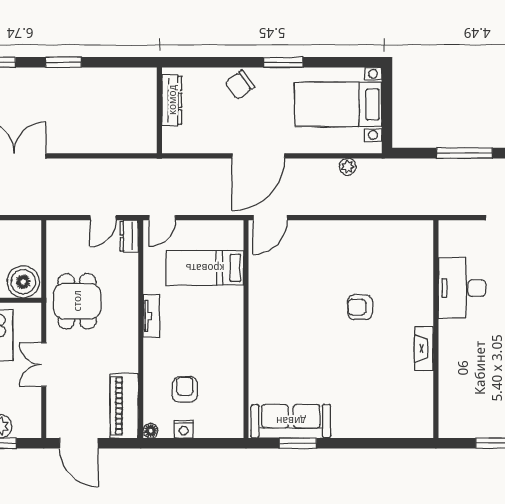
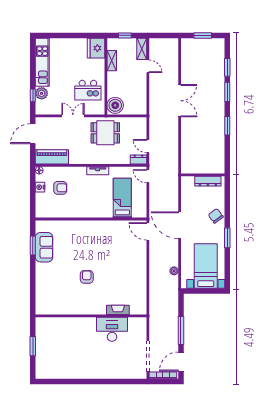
armchair: (360, 307) -> (87, 277), moved
fireplace: (424, 349) -> (118, 310), moved
sofa: (291, 421) -> (44, 247), width x0.73

